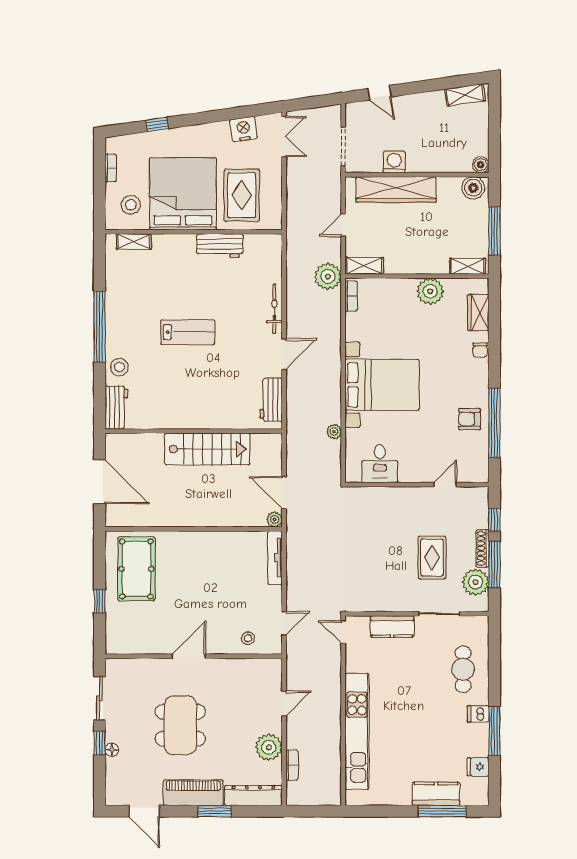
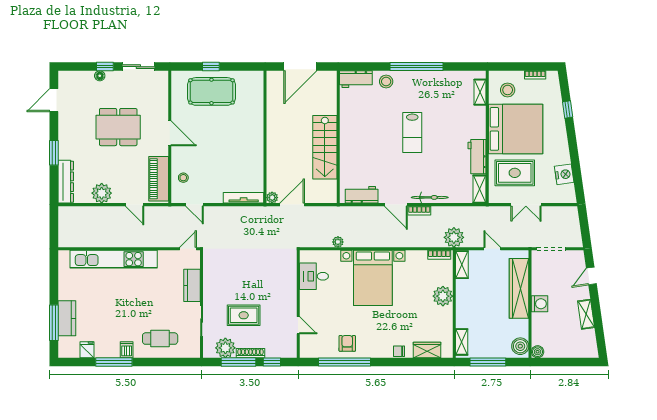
shelving: (465, 95) -> (586, 314), moved
double door: (284, 136) -> (526, 205), moved
washing machine: (394, 162) -> (540, 304), moved
shelving: (263, 242) -> (480, 189), added
plant: (430, 291) -> (443, 296), moved
pool table: (136, 569) -> (211, 91), moved
bookcase: (292, 765) -> (419, 211), moved
piano: (193, 793) -> (159, 179), moved, turned 180

